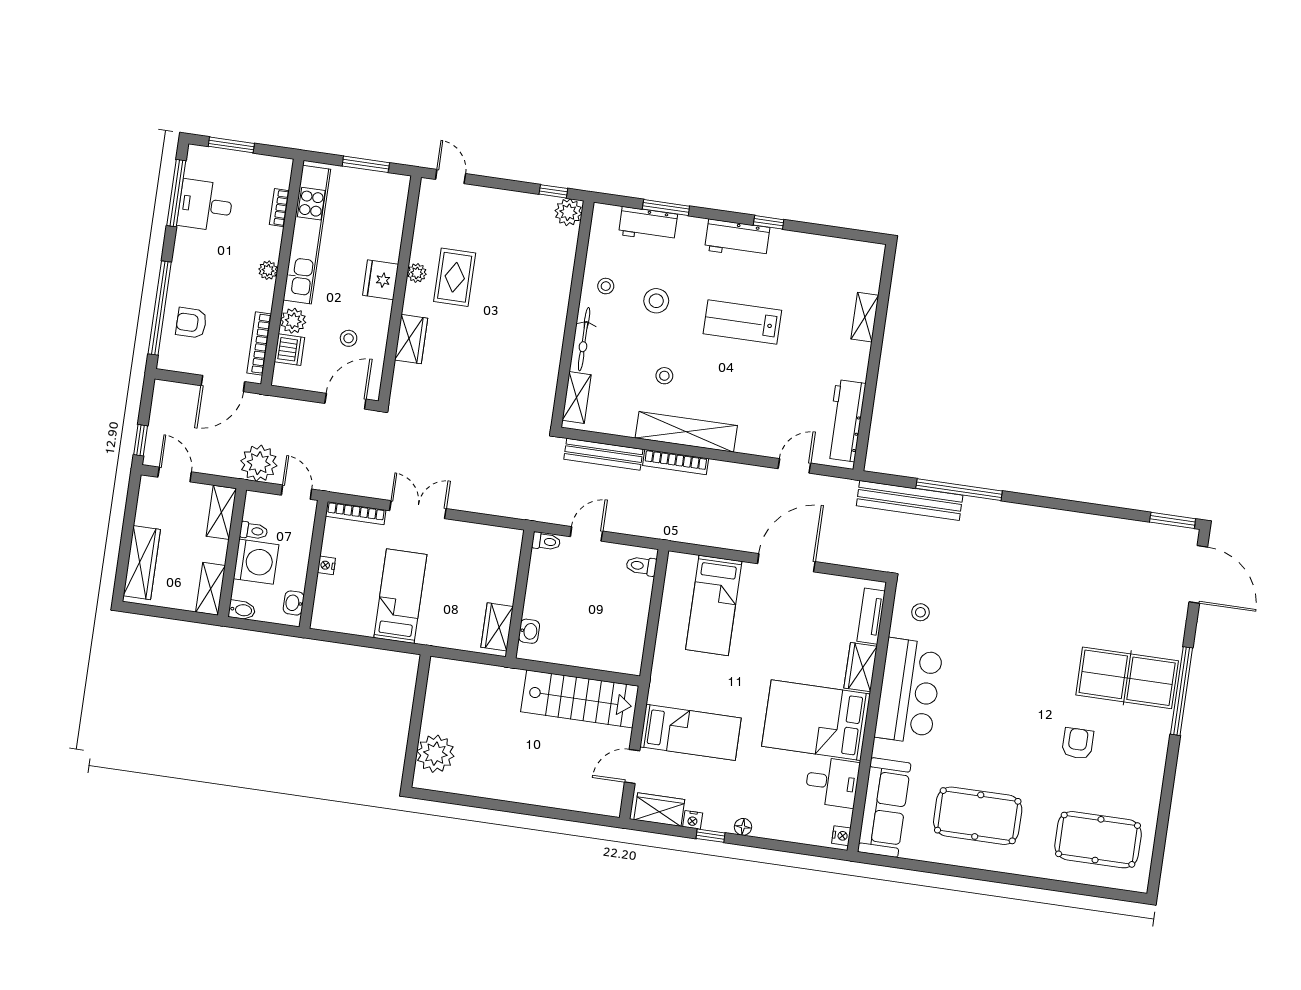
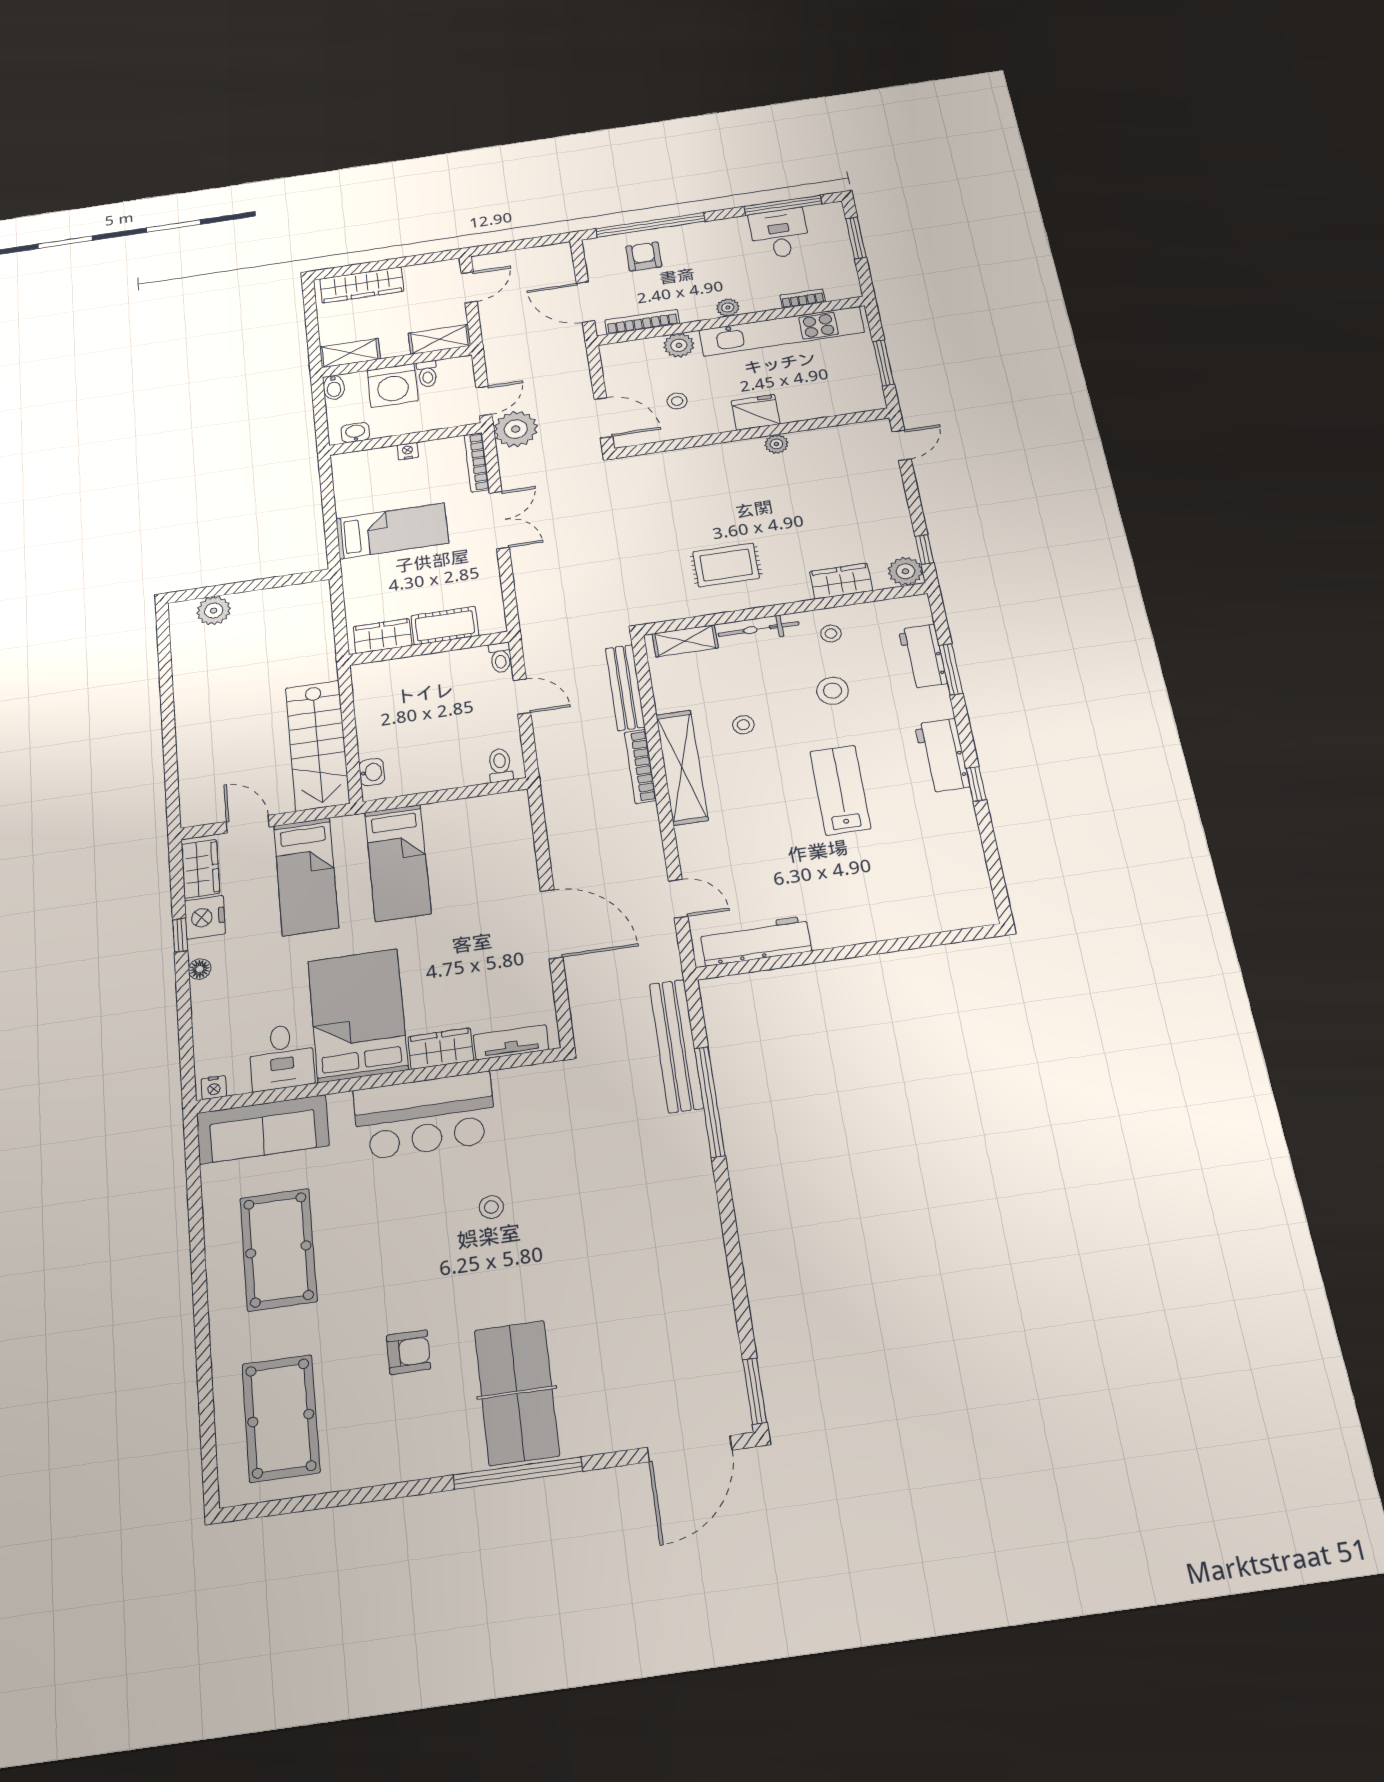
rug: (455, 277) -> (726, 565), moved
shelving: (865, 317) -> (897, 926), removed
wardrobe: (411, 339) -> (841, 581), moved, turned 180
dishwasher: (290, 350) -> (645, 351), removed
window: (141, 440) -> (498, 248), removed
plant: (259, 463) -> (516, 429), moved
cot: (503, 577) -> (445, 626), added
bed: (714, 605) -> (398, 863), moved, turned -90
stool: (920, 612) -> (491, 1207), moved
washbasin: (529, 631) -> (372, 772), moved, turned -90
plant: (435, 754) -> (214, 611), width x0.73, depth x0.73
nightstand: (693, 820) -> (205, 917), width x1.89, depth x1.79

